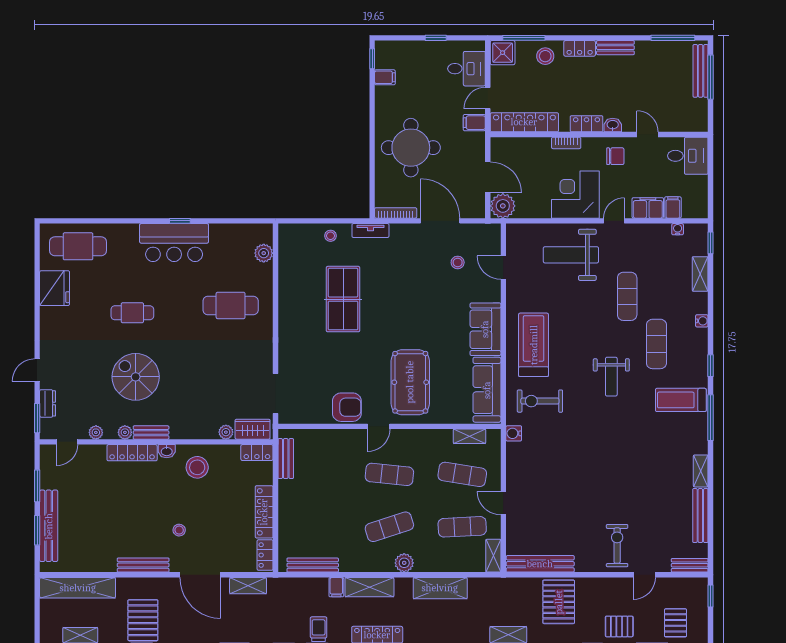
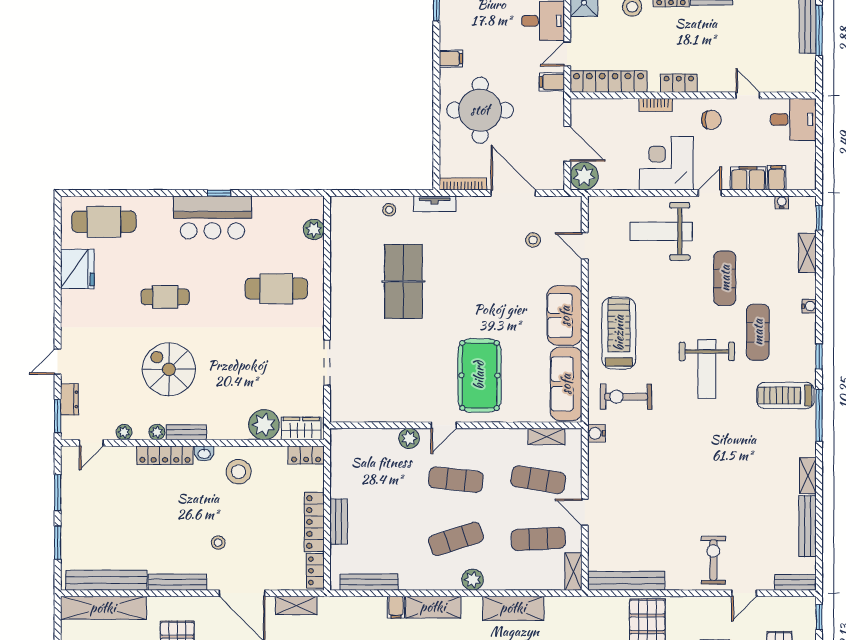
filing cabinet: (385, 77) -> (451, 59), moved
washbasin: (613, 125) -> (708, 85), removed
weight bench: (611, 377) -> (707, 369), width x1.36, depth x1.33
doorway: (275, 393) -> (327, 363), moved
armchair: (347, 407) -> (408, 404), removed
plant: (226, 432) -> (264, 425), width x1.88, depth x1.88
plant: (348, 438) -> (409, 438), added
bench: (286, 459) -> (339, 522), moved
bench: (49, 526) -> (106, 580), moved, turned 90

